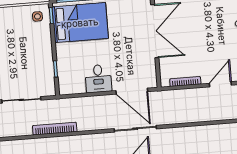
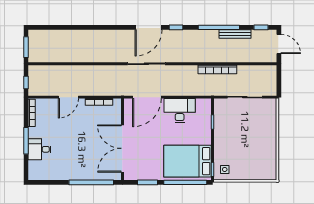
desk: (98, 79) -> (180, 111), width x1.37
door: (132, 91) -> (147, 97), swing flipped

